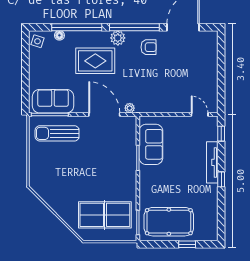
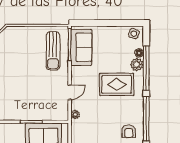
plant: (118, 38) -> (137, 65), moved
rug: (95, 61) -> (117, 84), turned 90
door: (104, 114) -> (70, 92), width x0.53
sun lounger: (57, 133) -> (53, 51), turned 180

